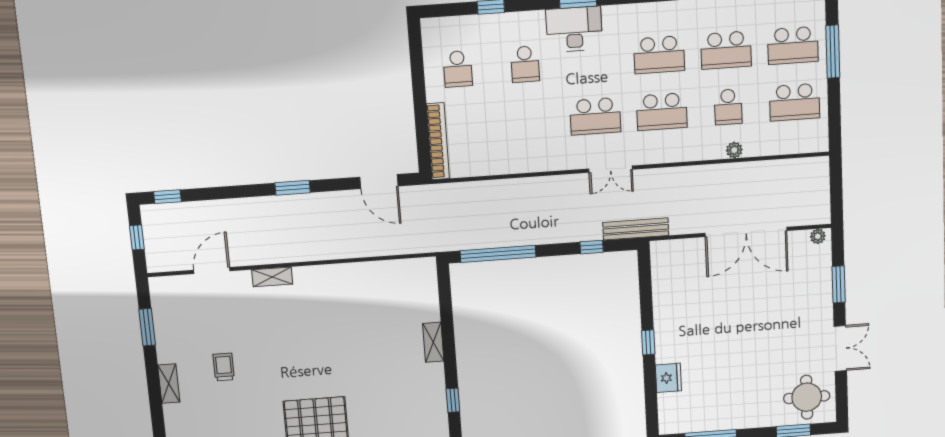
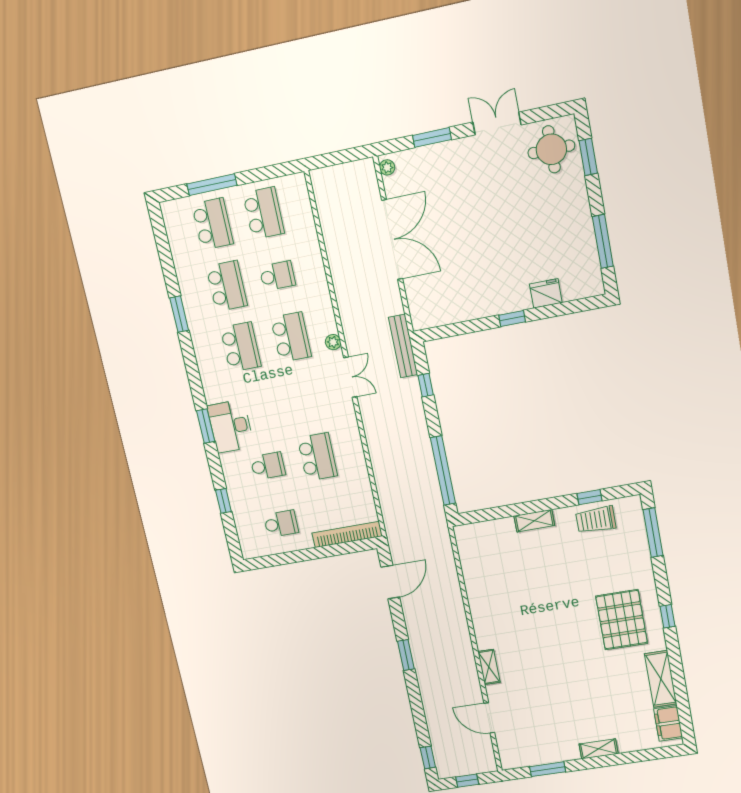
school desk: (595, 116) -> (317, 457), moved
plant: (734, 150) -> (333, 342), moved
trolley: (224, 367) -> (596, 520), moved, width x1.36, depth x1.39

